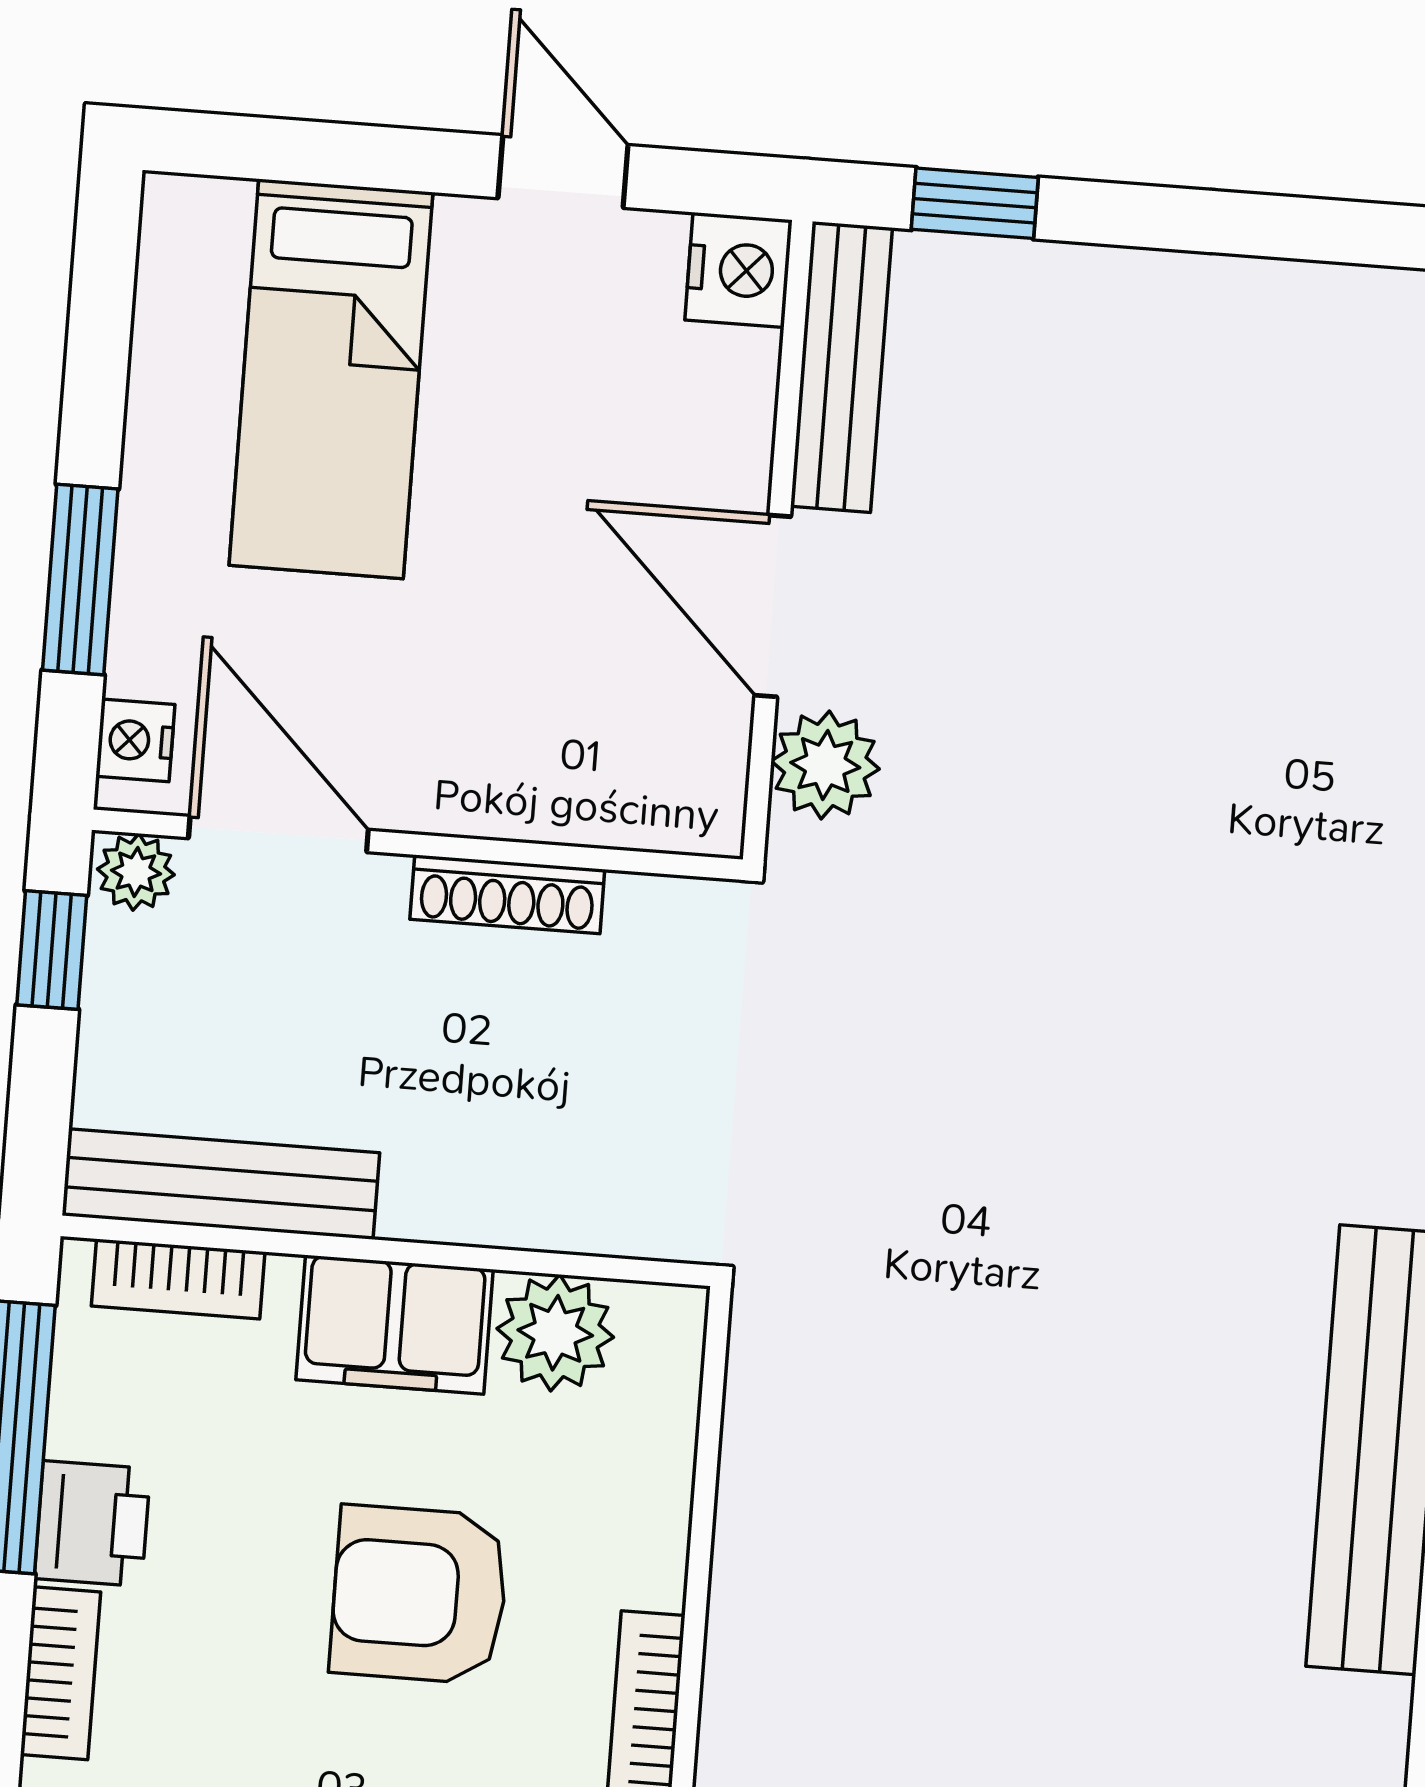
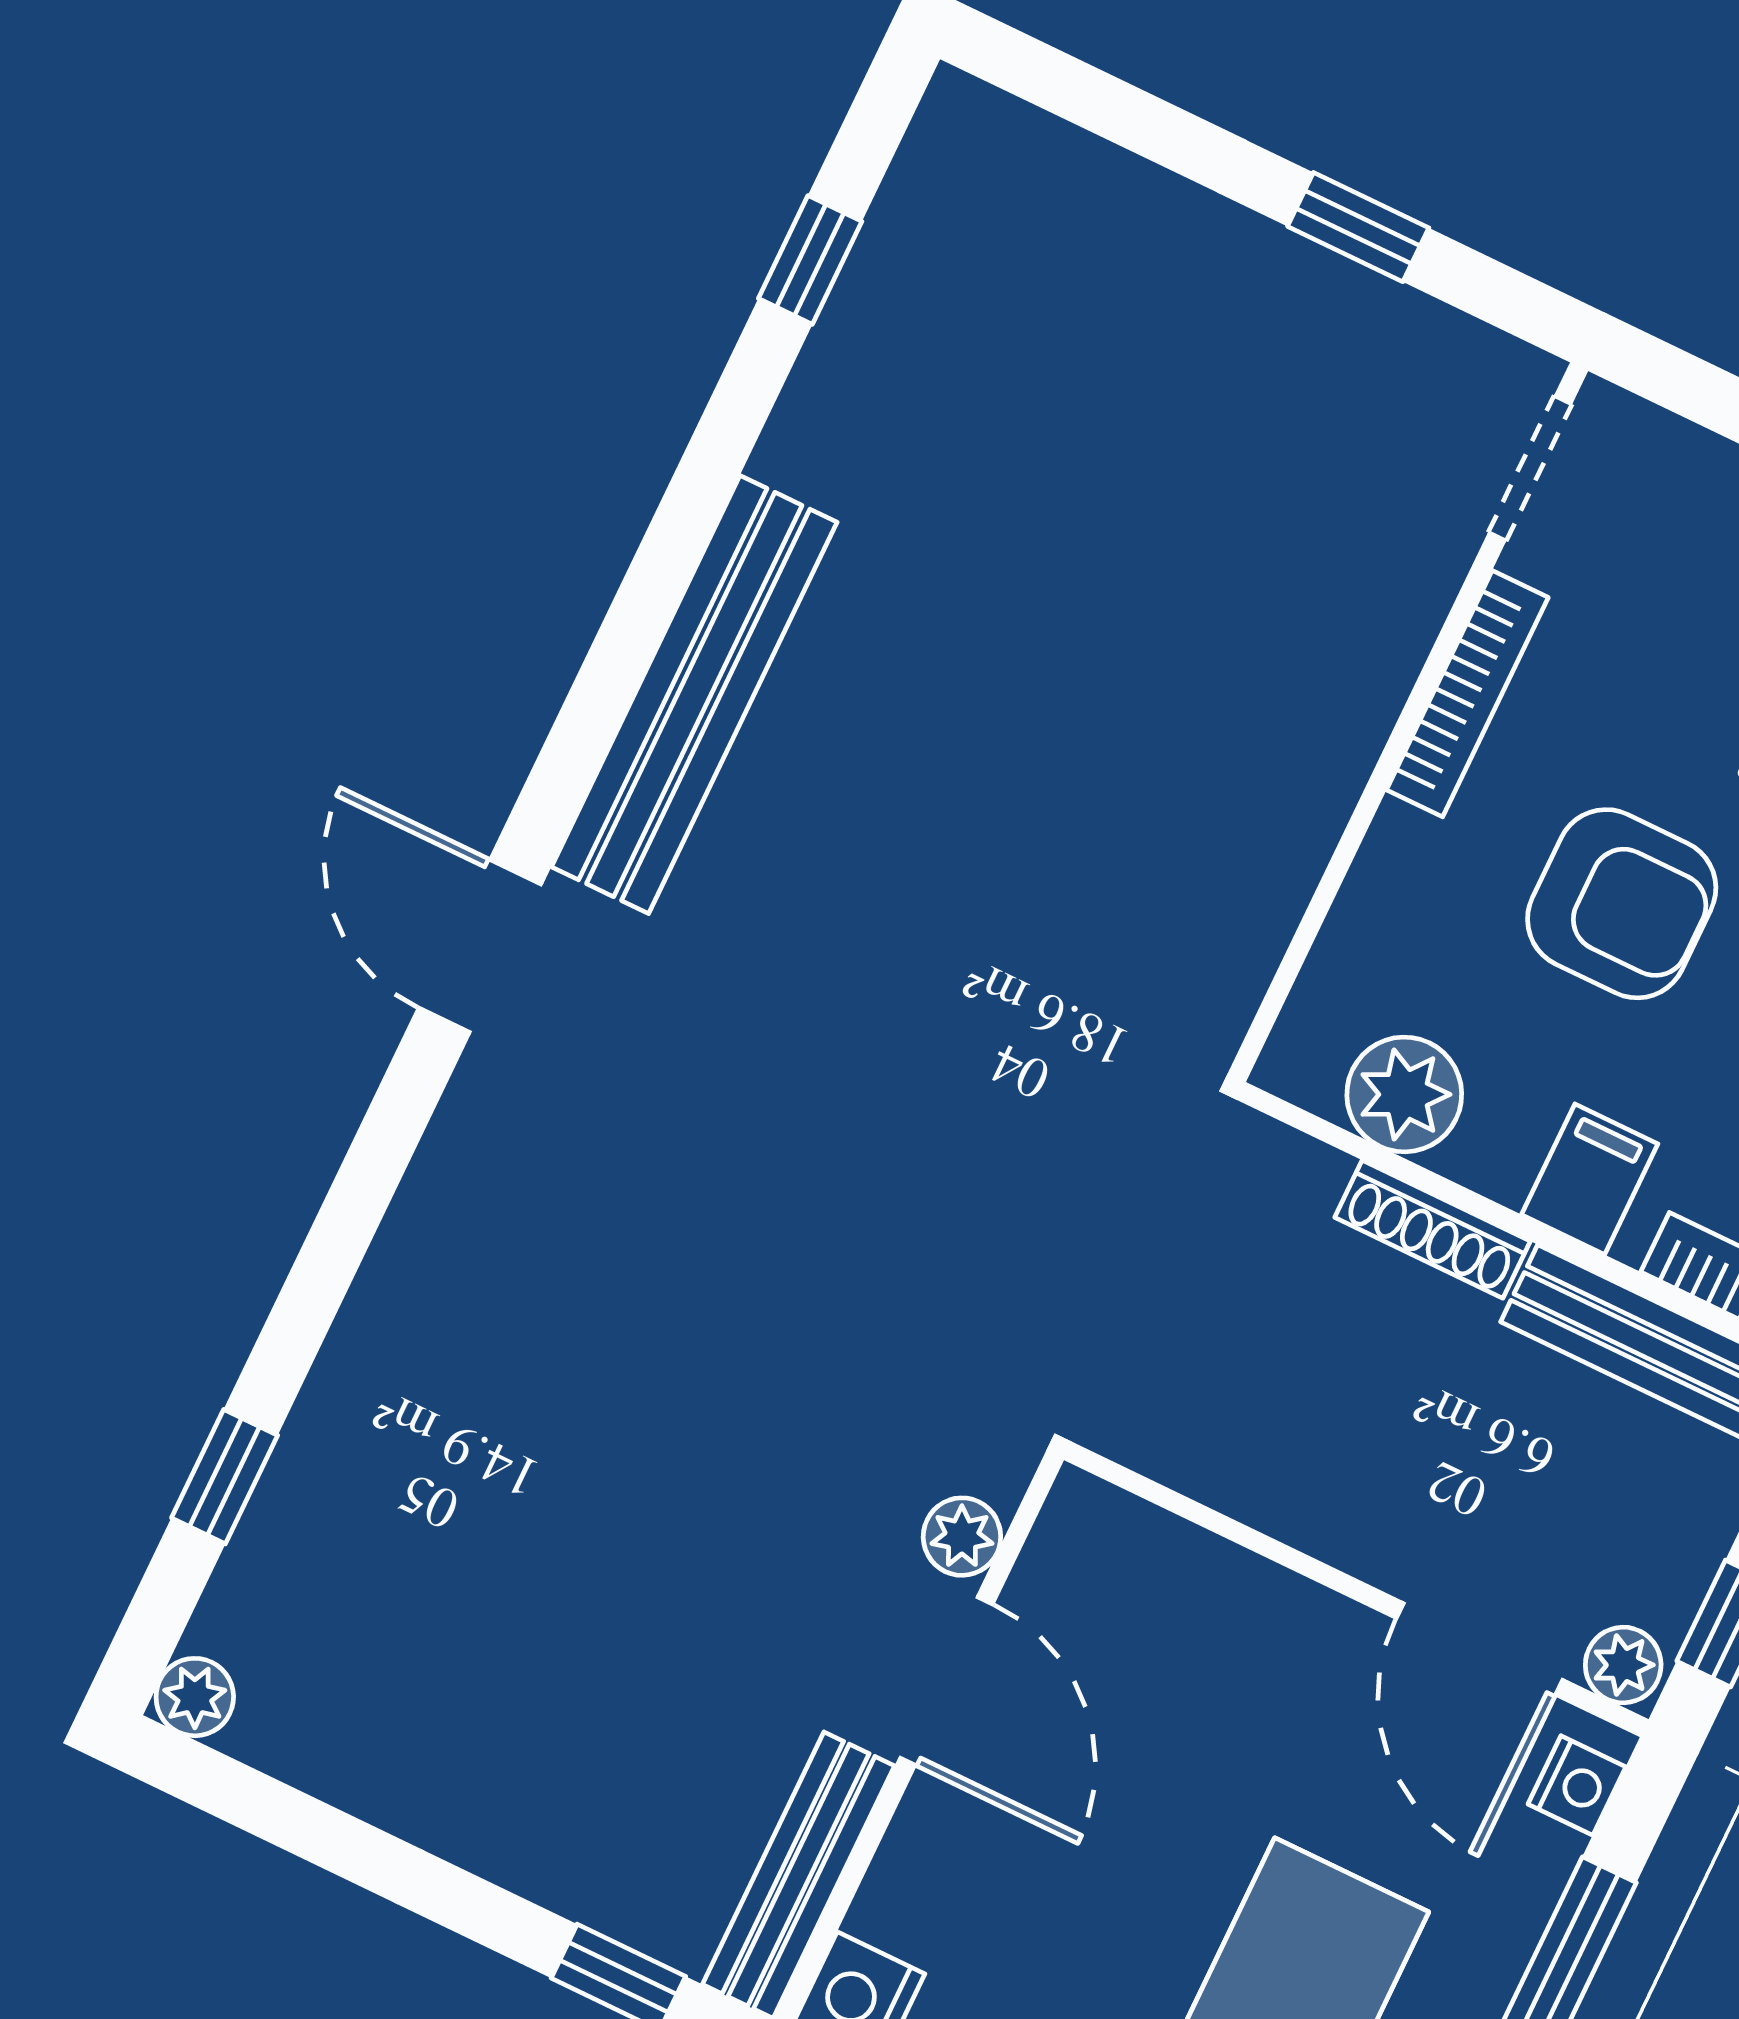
plant: (825, 765) -> (962, 1537), width x0.73, depth x0.73
shoe rack: (507, 894) -> (1433, 1229), moved, turned 180
filing cabinet: (395, 1325) -> (1590, 1179), width x0.50

